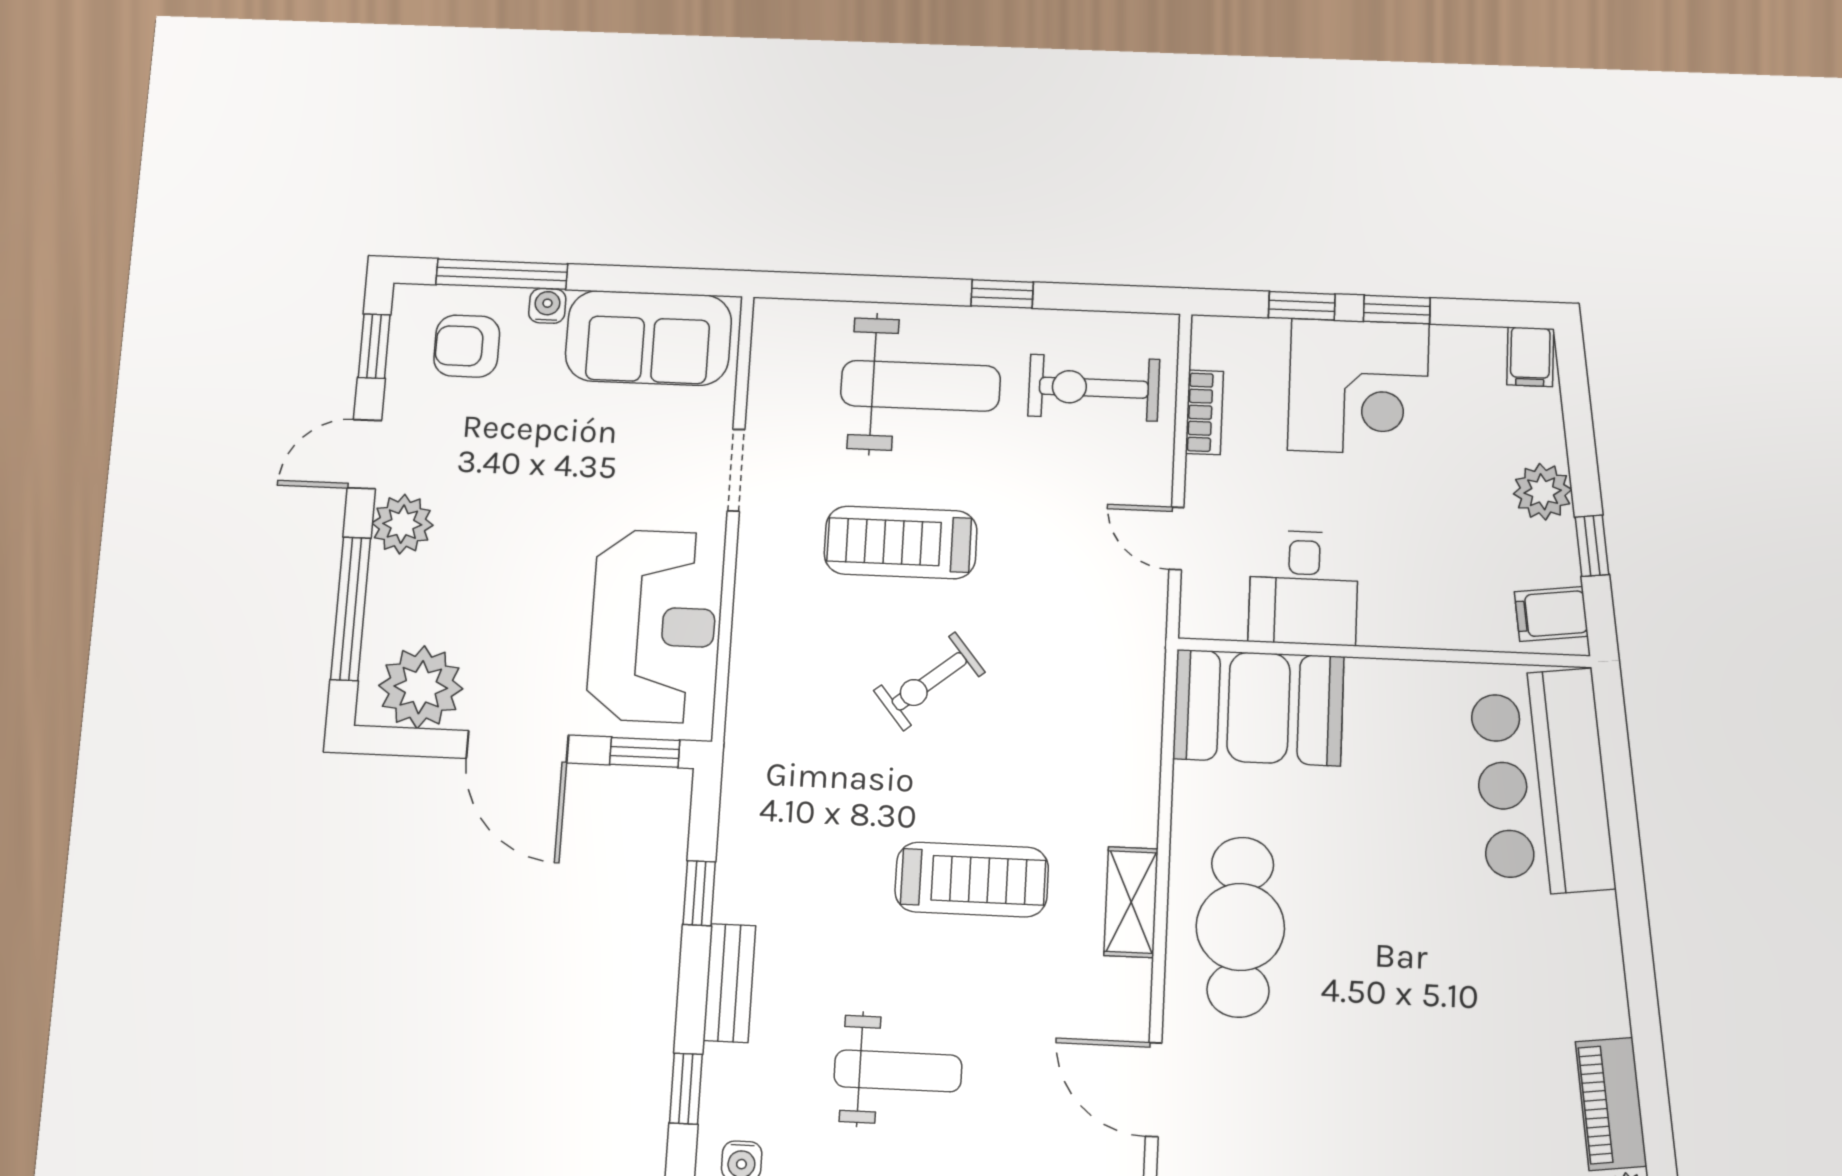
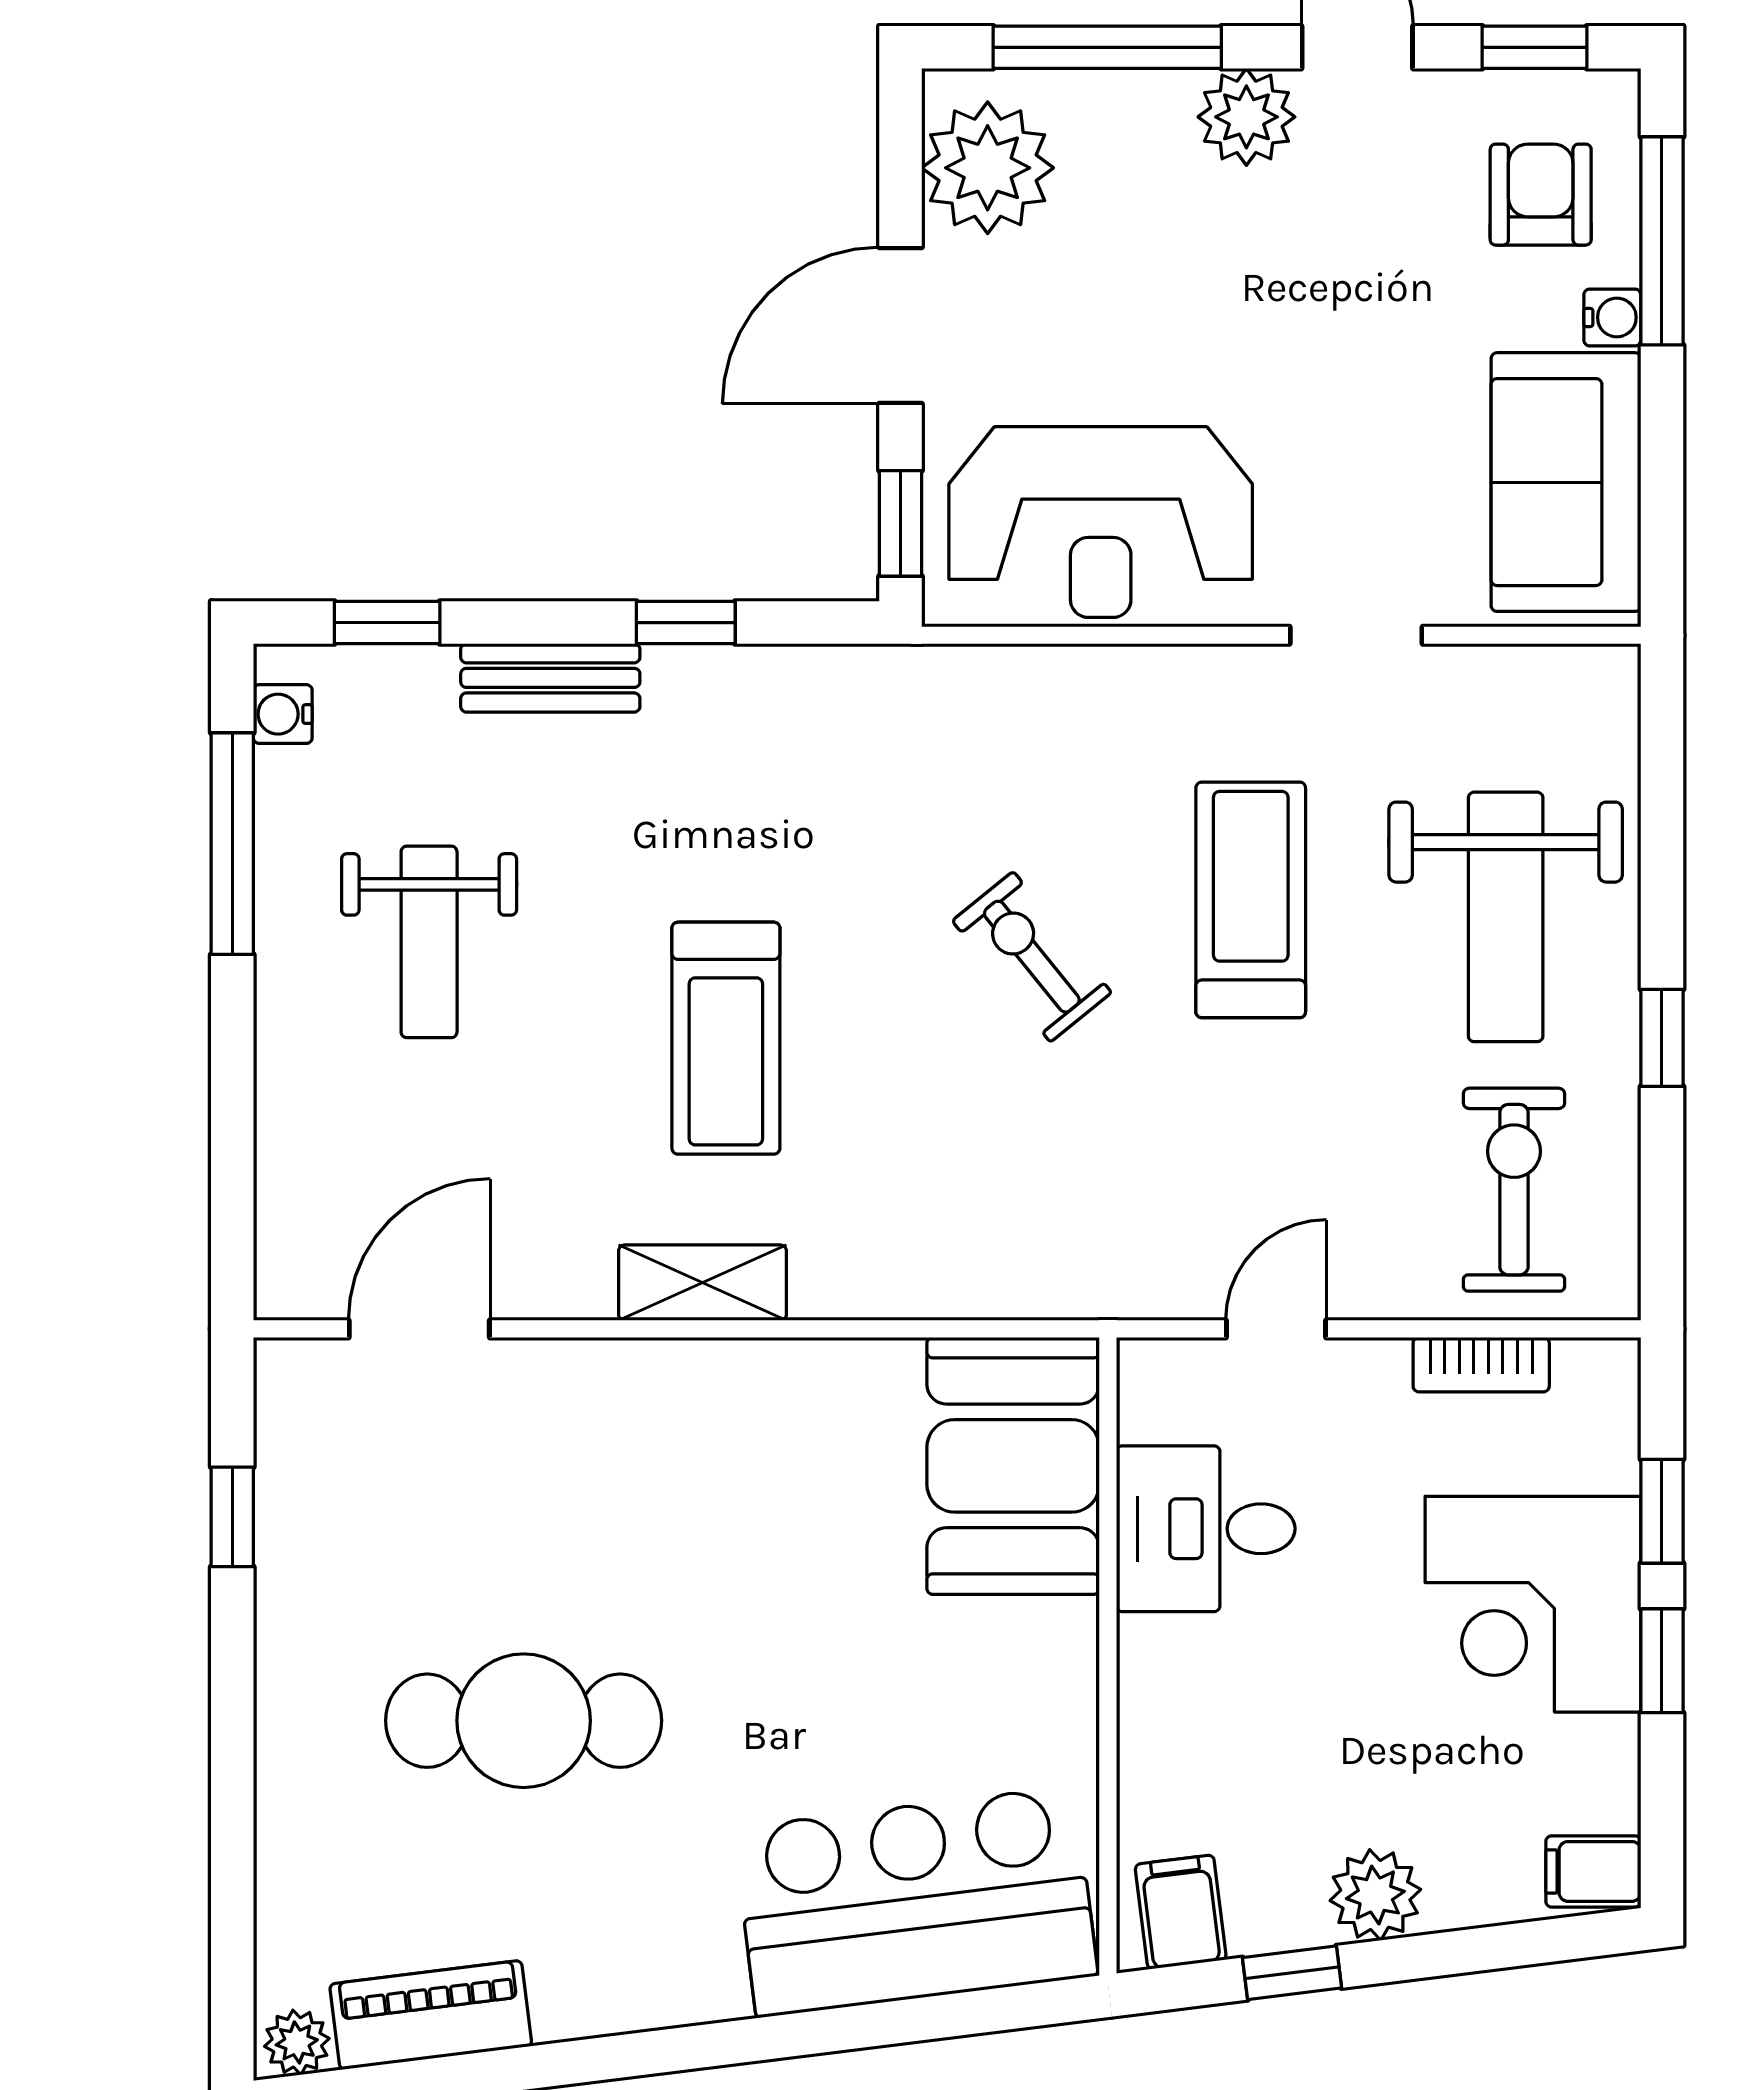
cafe table: (1240, 927) -> (524, 1721), moved

